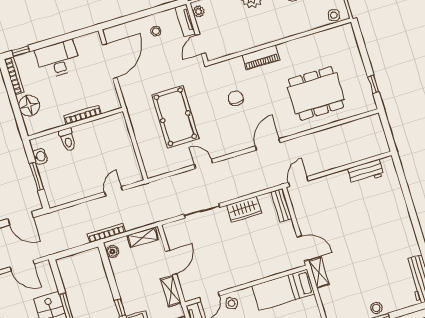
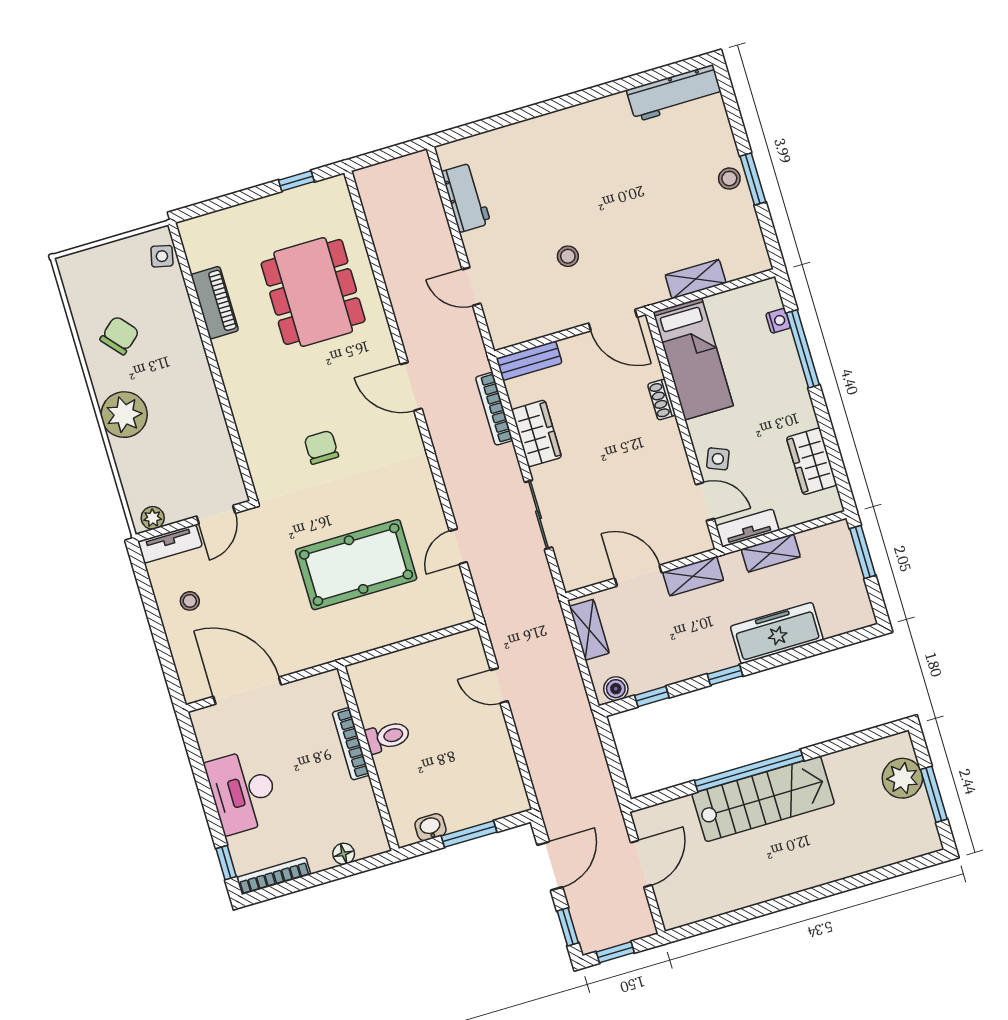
door: (200, 44) -> (216, 515), hinge flipped
piano: (261, 57) -> (215, 303), moved
chair: (236, 98) -> (321, 447), turned 90
floor lamp: (29, 106) -> (344, 854), width x0.53, depth x0.53
toilet: (68, 140) -> (388, 737), moved
door: (203, 164) -> (458, 547), moved
door: (298, 182) -> (471, 286), moved
stool: (336, 225) -> (568, 256), added
bookcase: (106, 233) -> (494, 409), moved
door: (303, 248) -> (613, 320), swing flipped
window: (108, 270) -> (652, 697), added
shelving: (319, 273) -> (696, 279), moved
shoe rack: (262, 274) -> (662, 400), added

